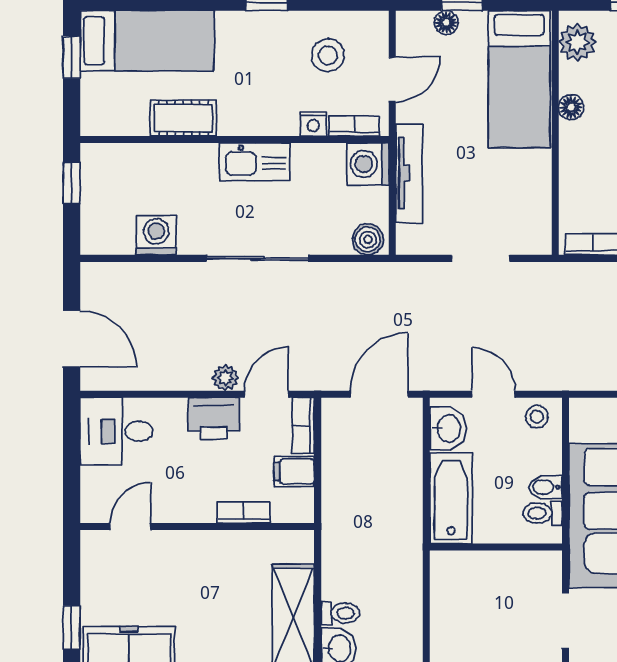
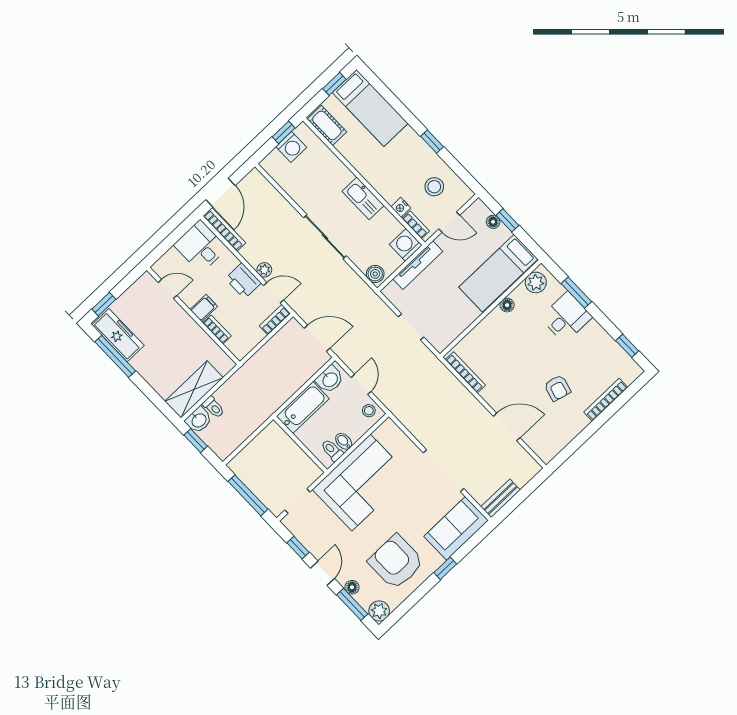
cot: (183, 118) -> (327, 125), moved
washing machine: (156, 235) -> (291, 147), moved, turned 90
bookcase: (124, 380) -> (224, 229), added
filing cabinet: (294, 472) -> (204, 308), moved, turned 90

